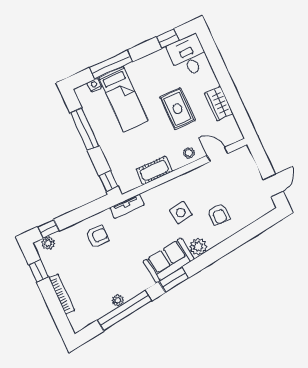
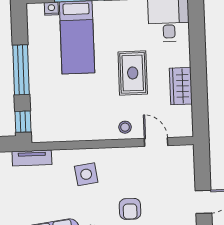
window: (85, 129) -> (21, 70), moved
cot: (154, 170) -> (79, 131), removed
side table: (181, 213) -> (86, 174), moved

